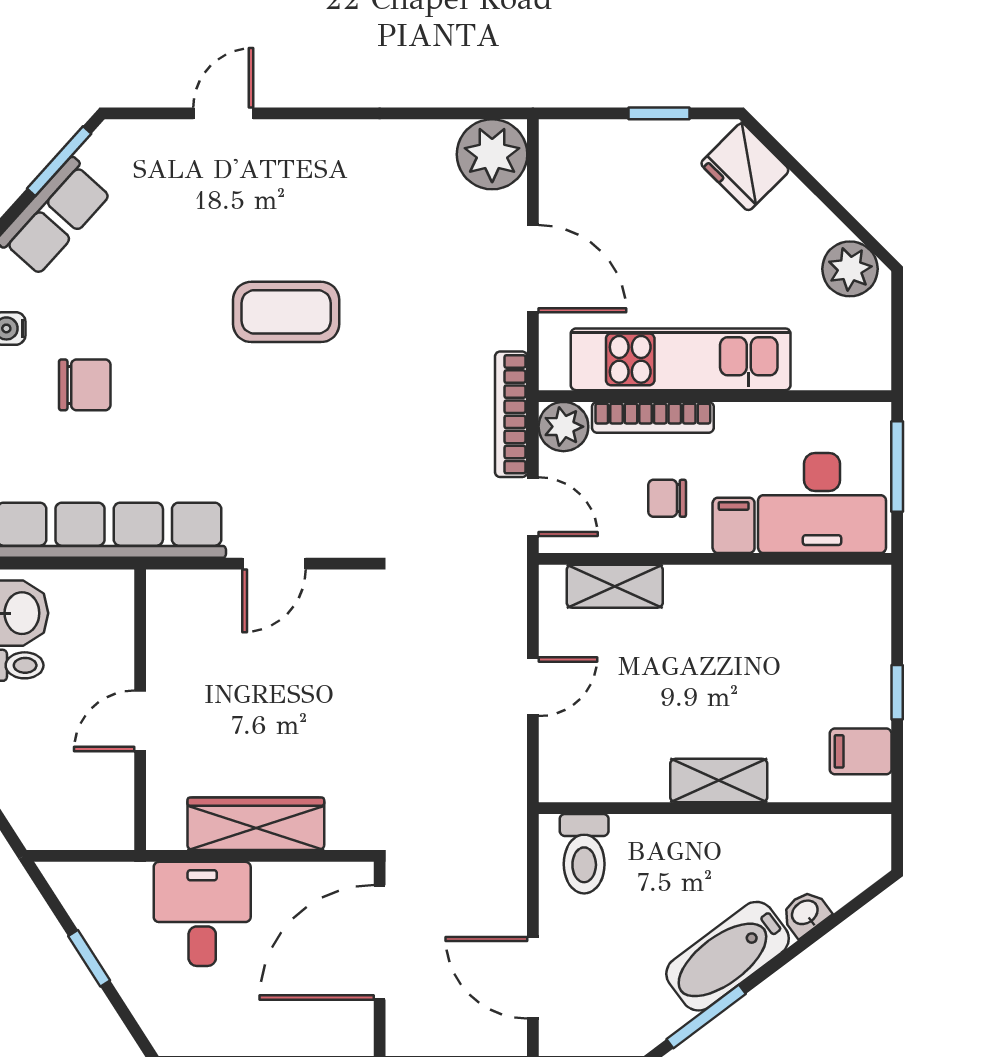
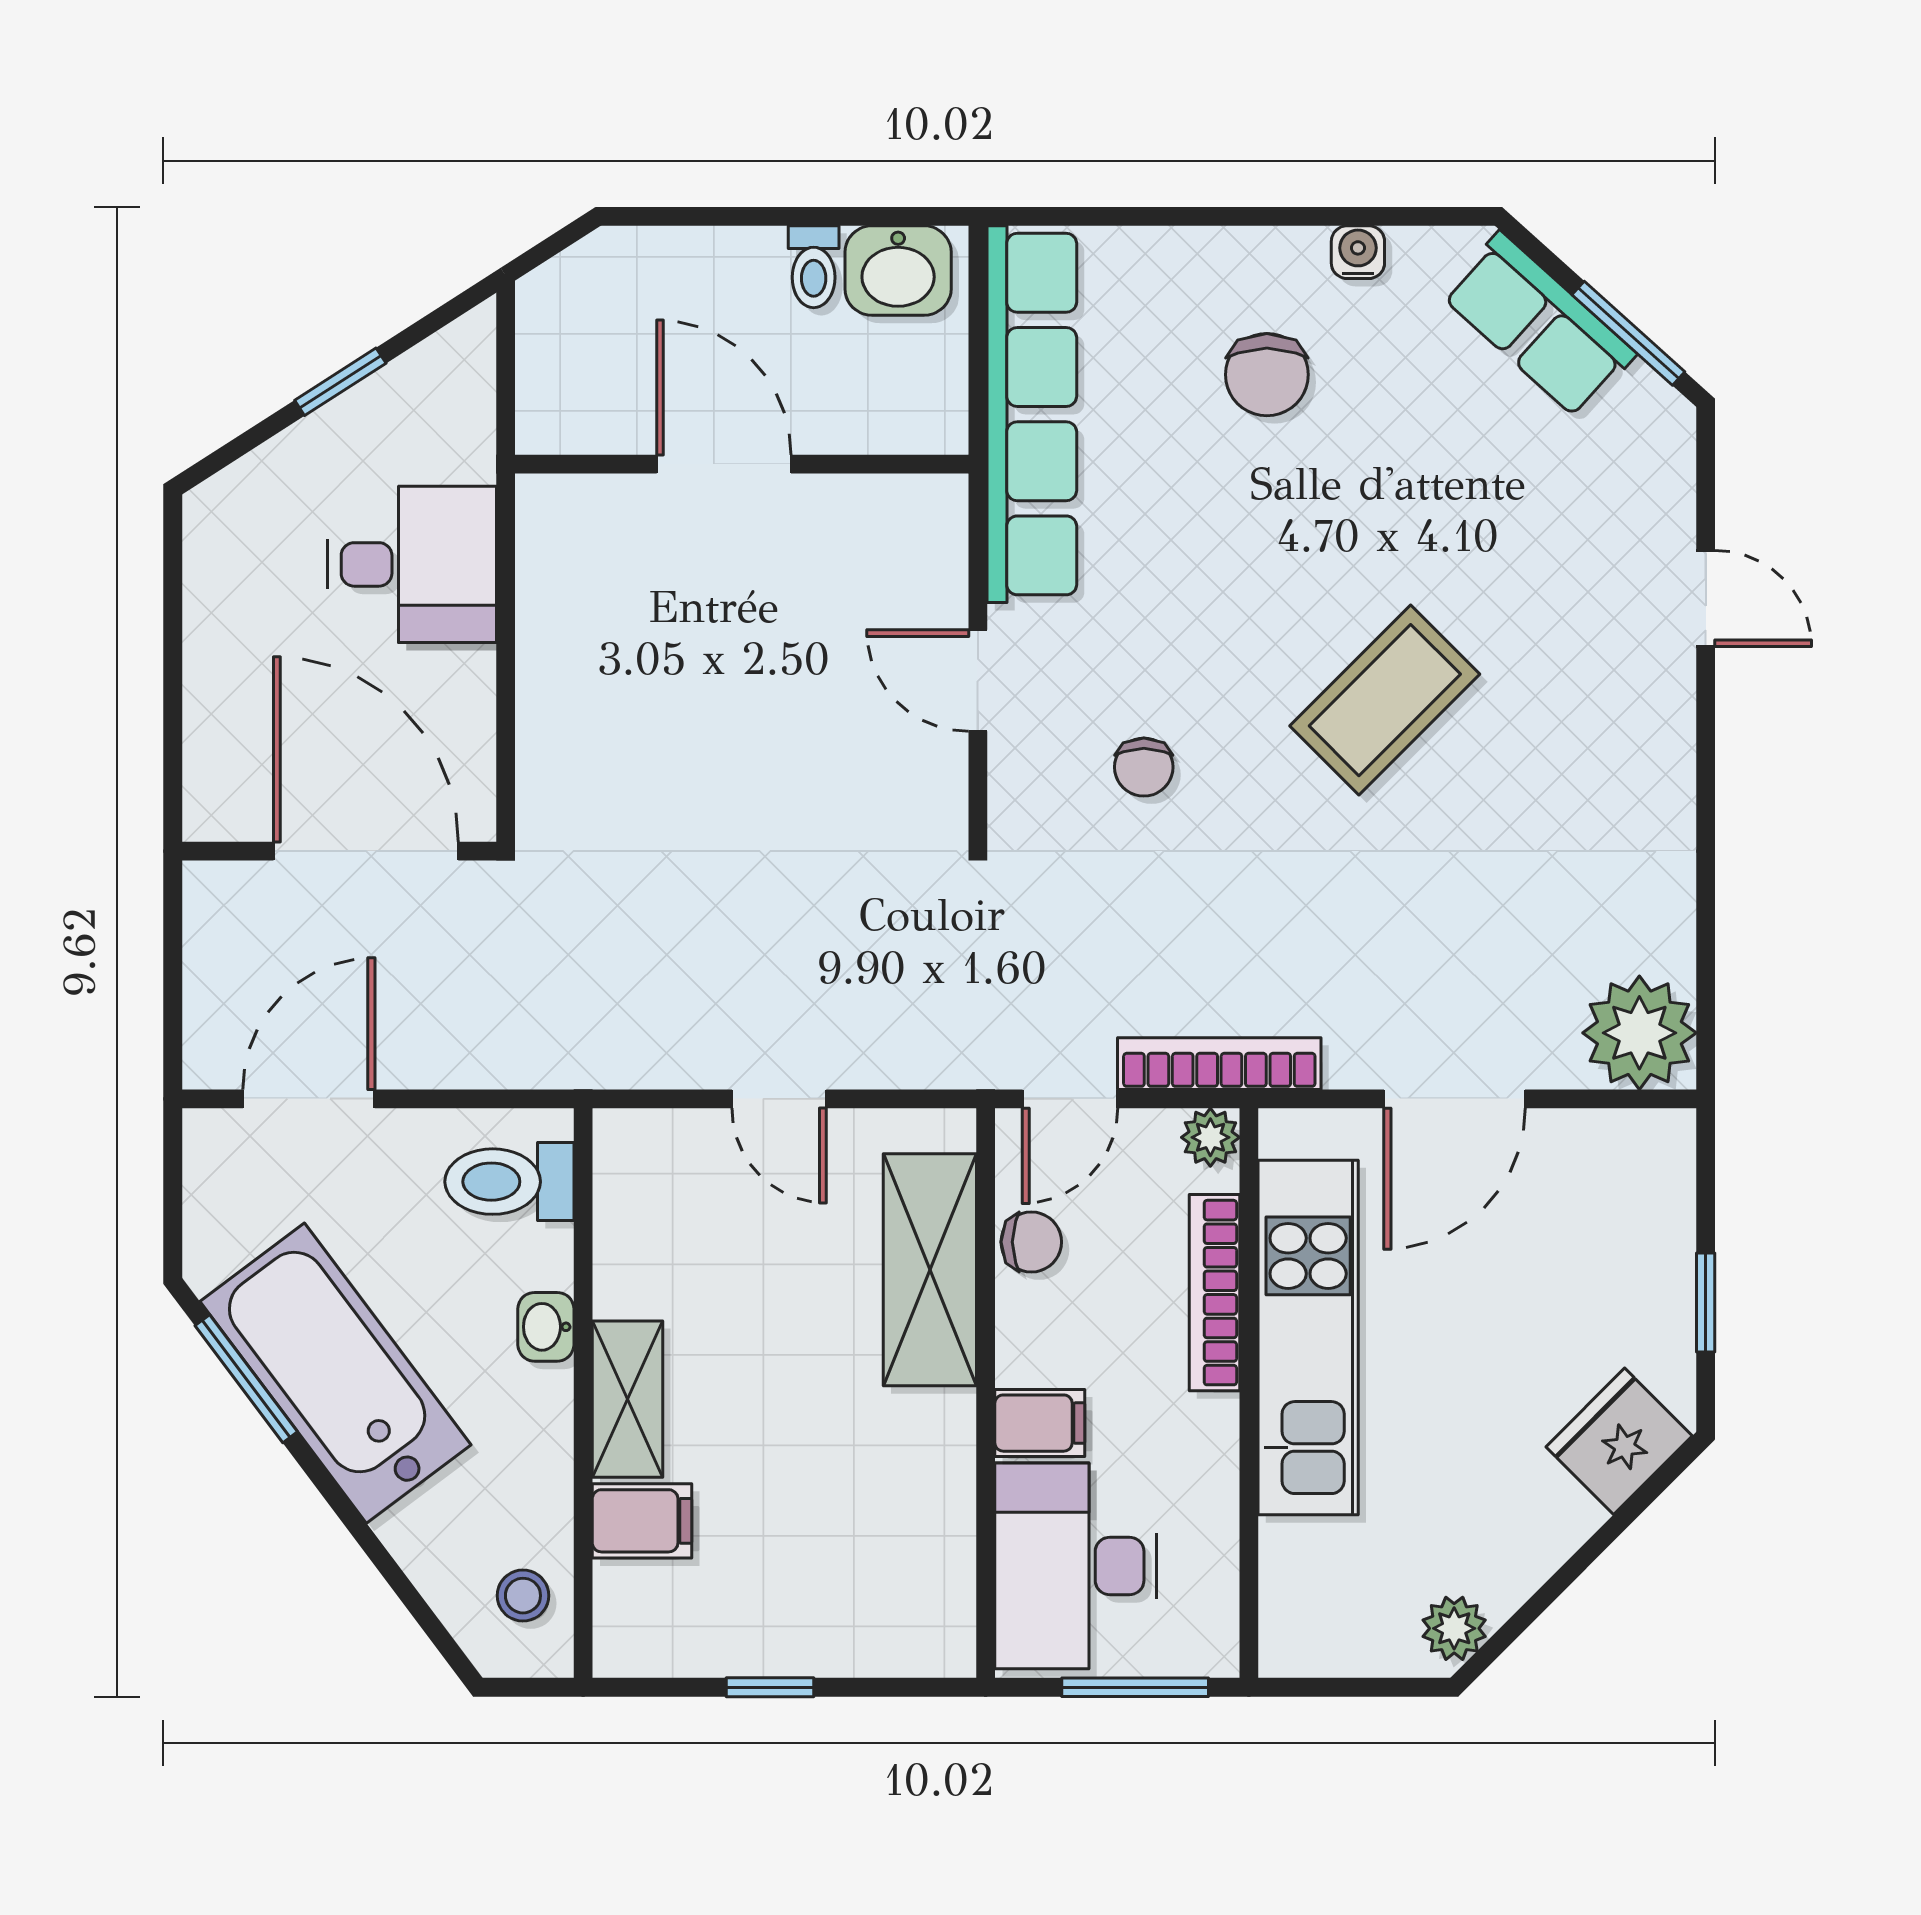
plant: (850, 269) -> (1454, 1628), width x0.73, depth x0.73
coffee table: (286, 312) -> (1385, 700), turned 45
plant: (563, 427) -> (1210, 1137), width x0.73, depth x0.73
chair: (328, 461) -> (1144, 767), added
chair: (667, 498) -> (1031, 1242), moved, turned 90
shelving: (615, 586) -> (930, 1270), width x1.50, depth x1.33
door: (140, 721) -> (724, 464), width x1.38
filing cabinet: (861, 751) -> (642, 1521), moved, turned 90
wardrobe: (256, 824) -> (558, 651), removed
stool: (840, 845) -> (523, 1596), added
washbasin: (805, 913) -> (546, 1327), moved, turned -143
bathtub: (728, 956) -> (335, 1373), width x1.36, depth x1.36

